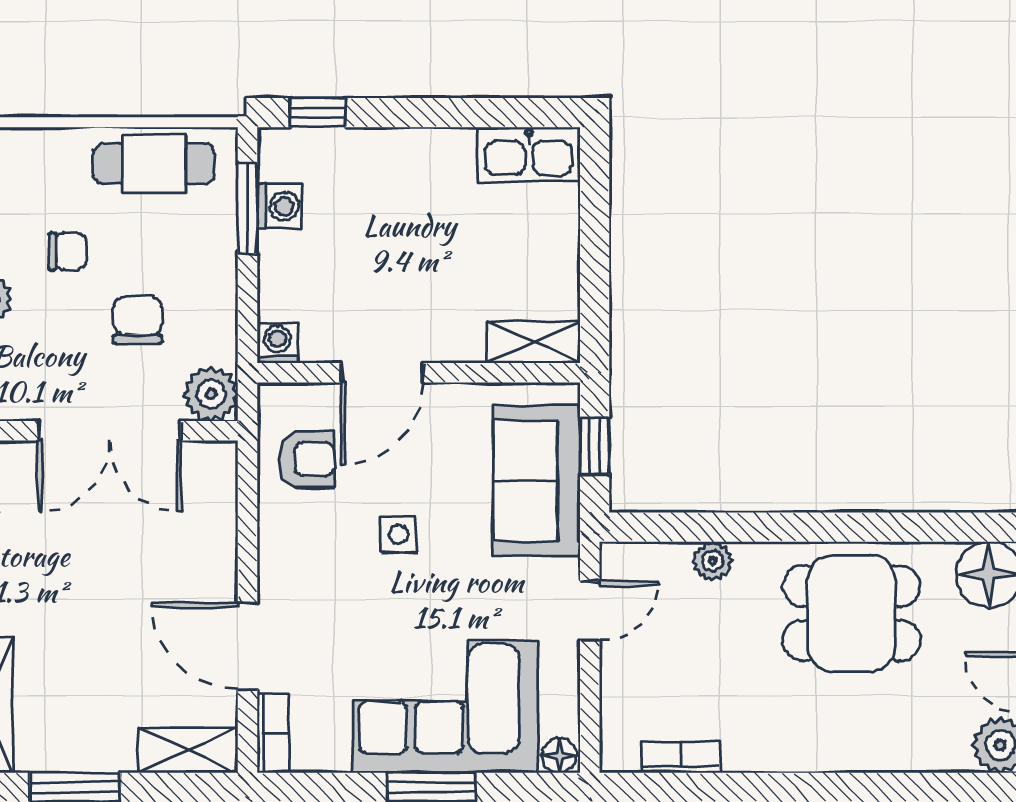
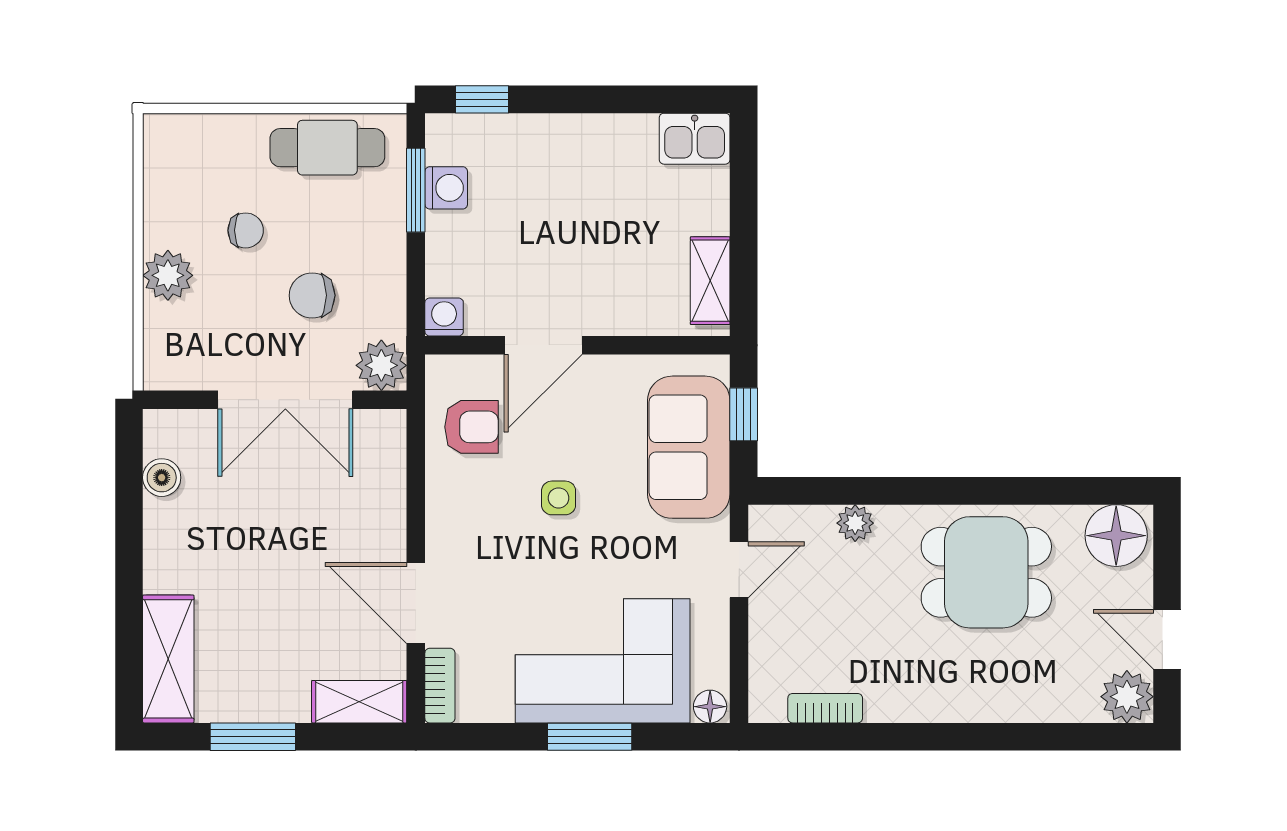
kitchen sink: (529, 154) -> (695, 139), width x0.73
chair: (138, 320) -> (312, 295), turned -90
shelving: (534, 342) -> (710, 281), moved, turned 90

